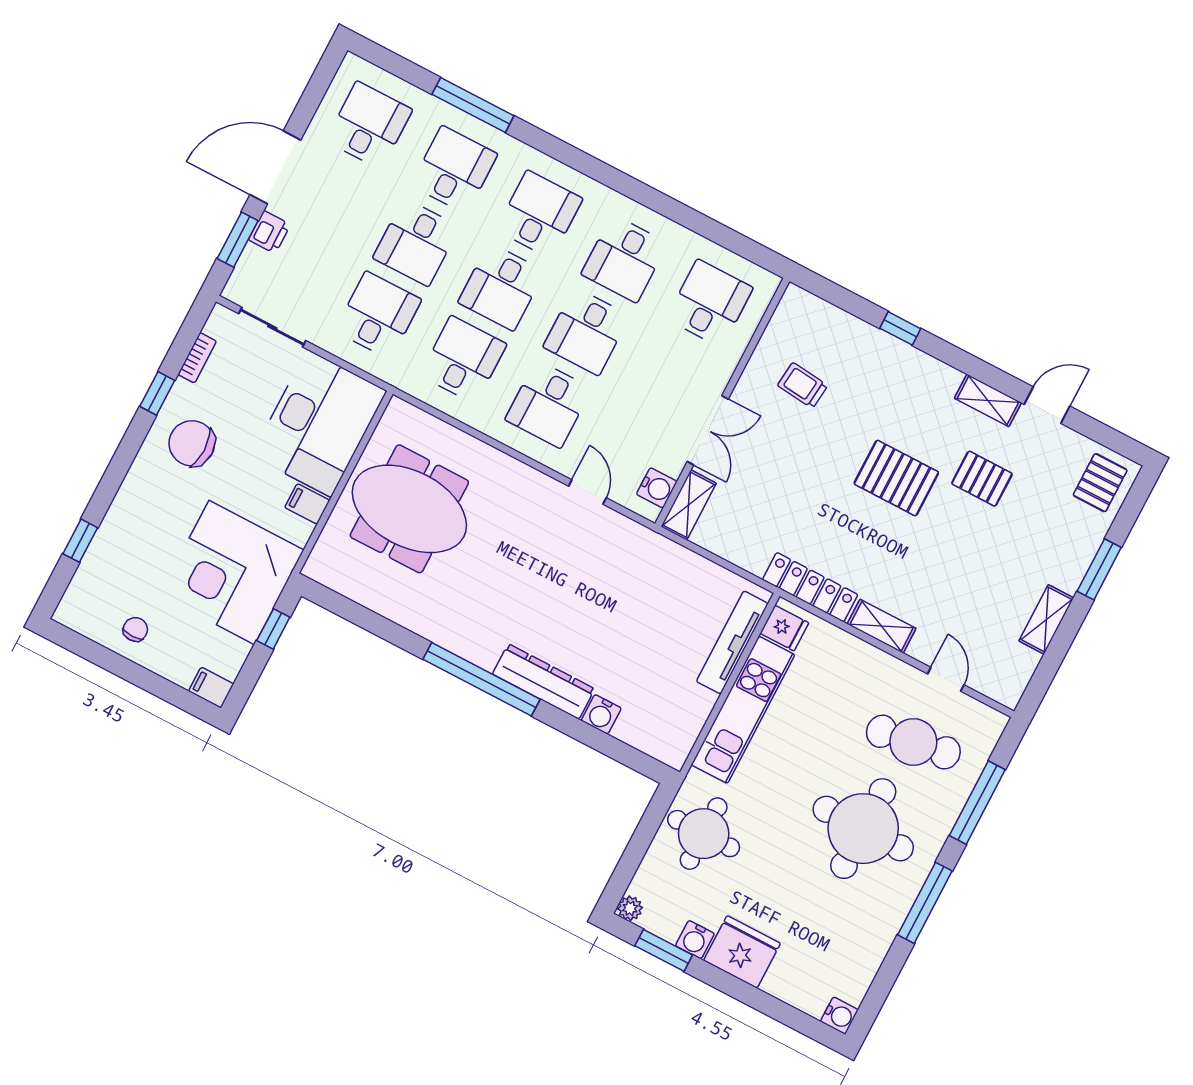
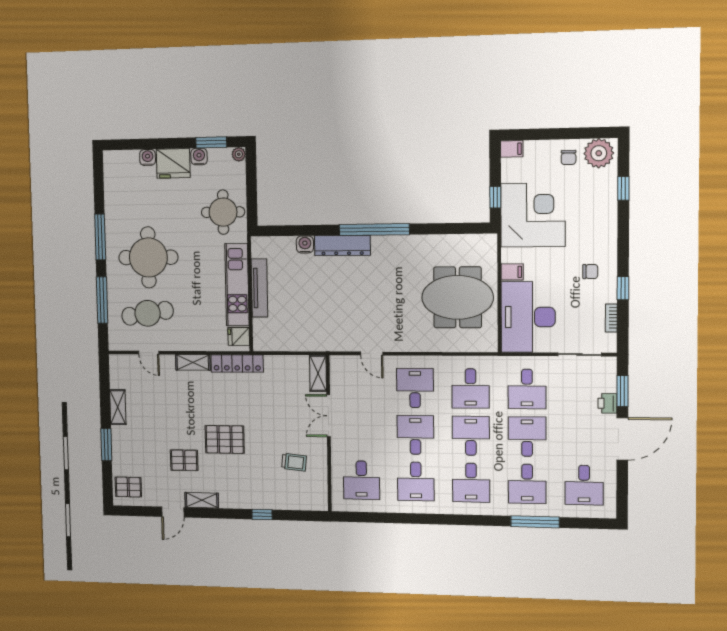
desk: (624, 259) -> (416, 481), turned 180
chair: (192, 443) -> (590, 272), width x0.54, depth x0.54
pallet: (1100, 483) -> (128, 487), turned 90
water cooler: (657, 488) -> (338, 374), removed
plant: (89, 612) -> (599, 153), added
tv unit: (732, 642) -> (259, 288), moved
water cooler: (839, 1016) -> (148, 157), moved, turned 90

